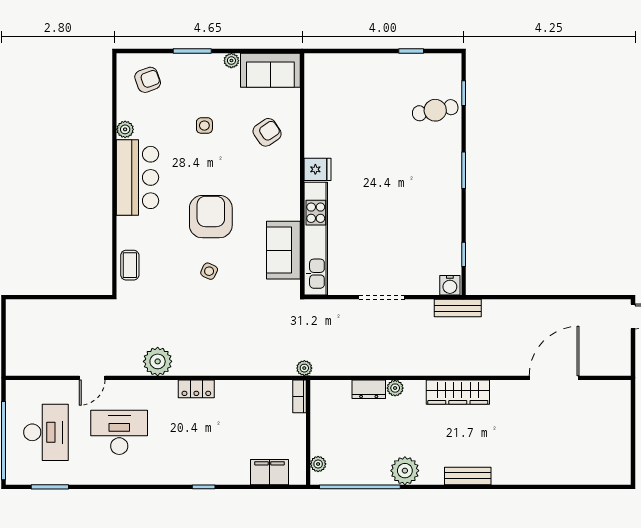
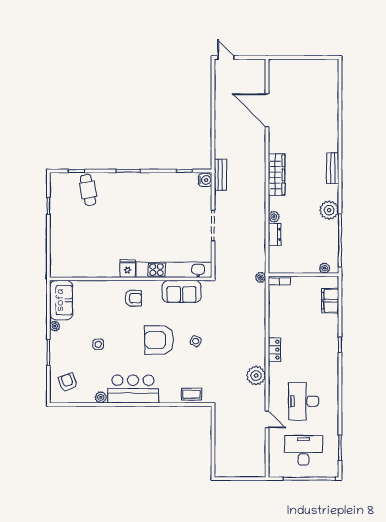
armchair: (267, 132) -> (133, 298), moved, turned 124

